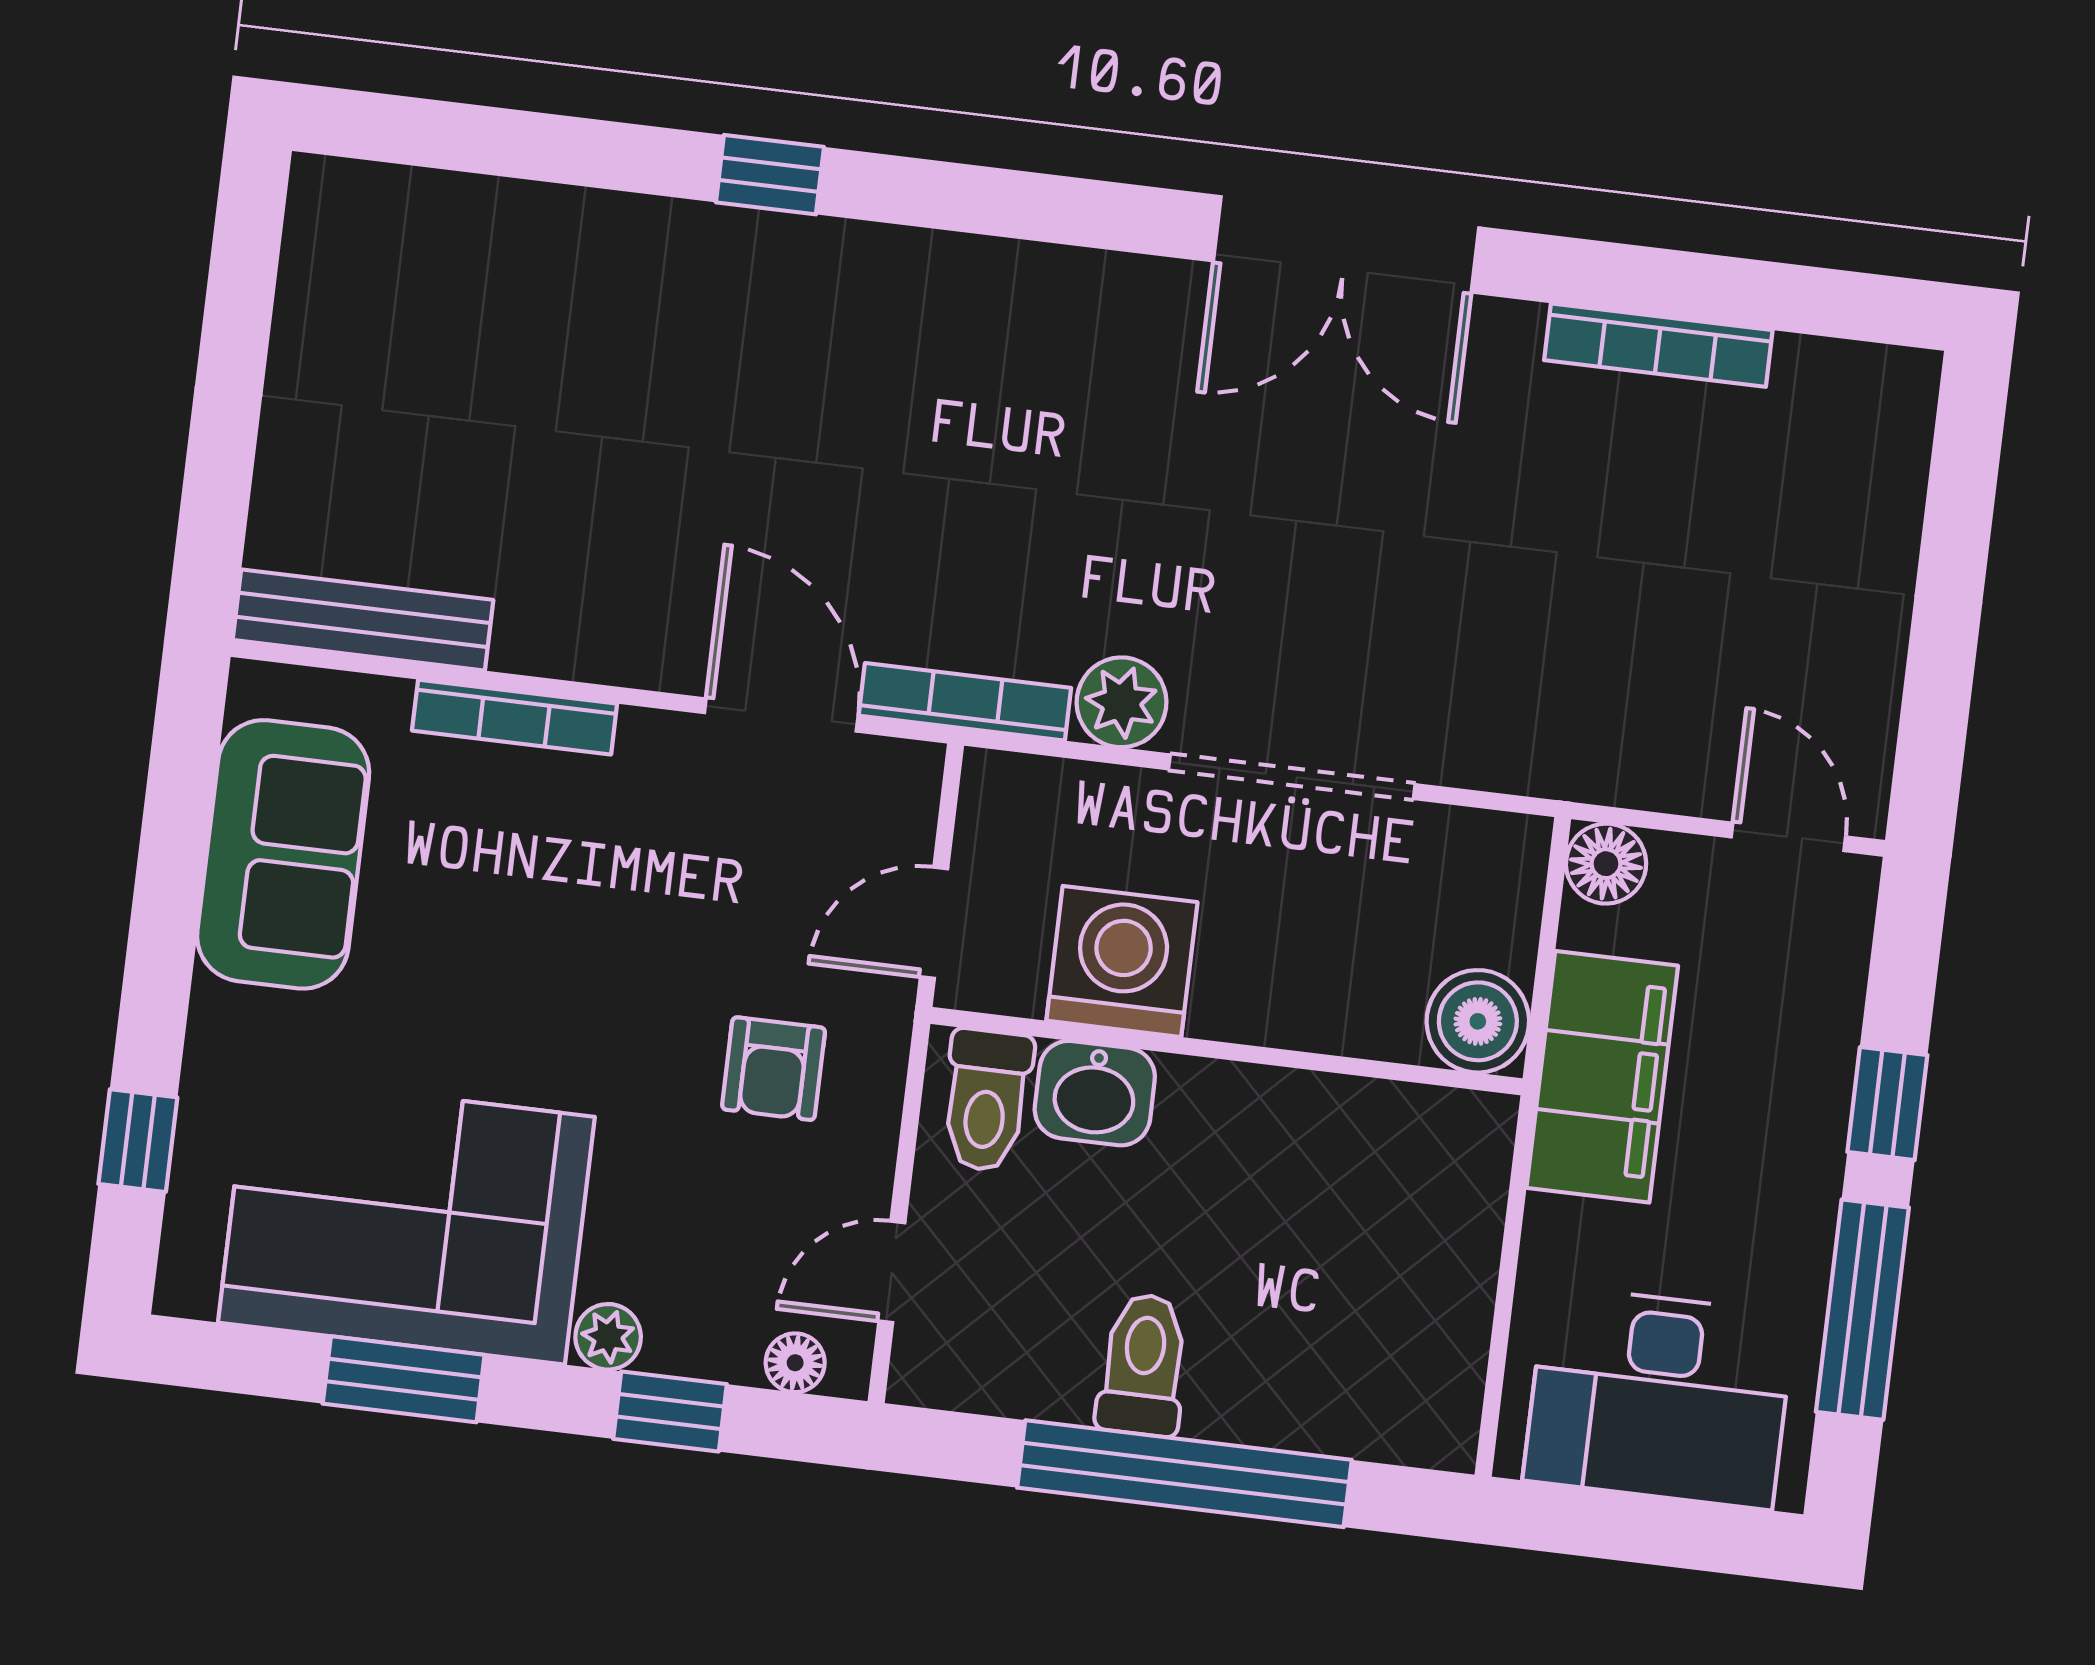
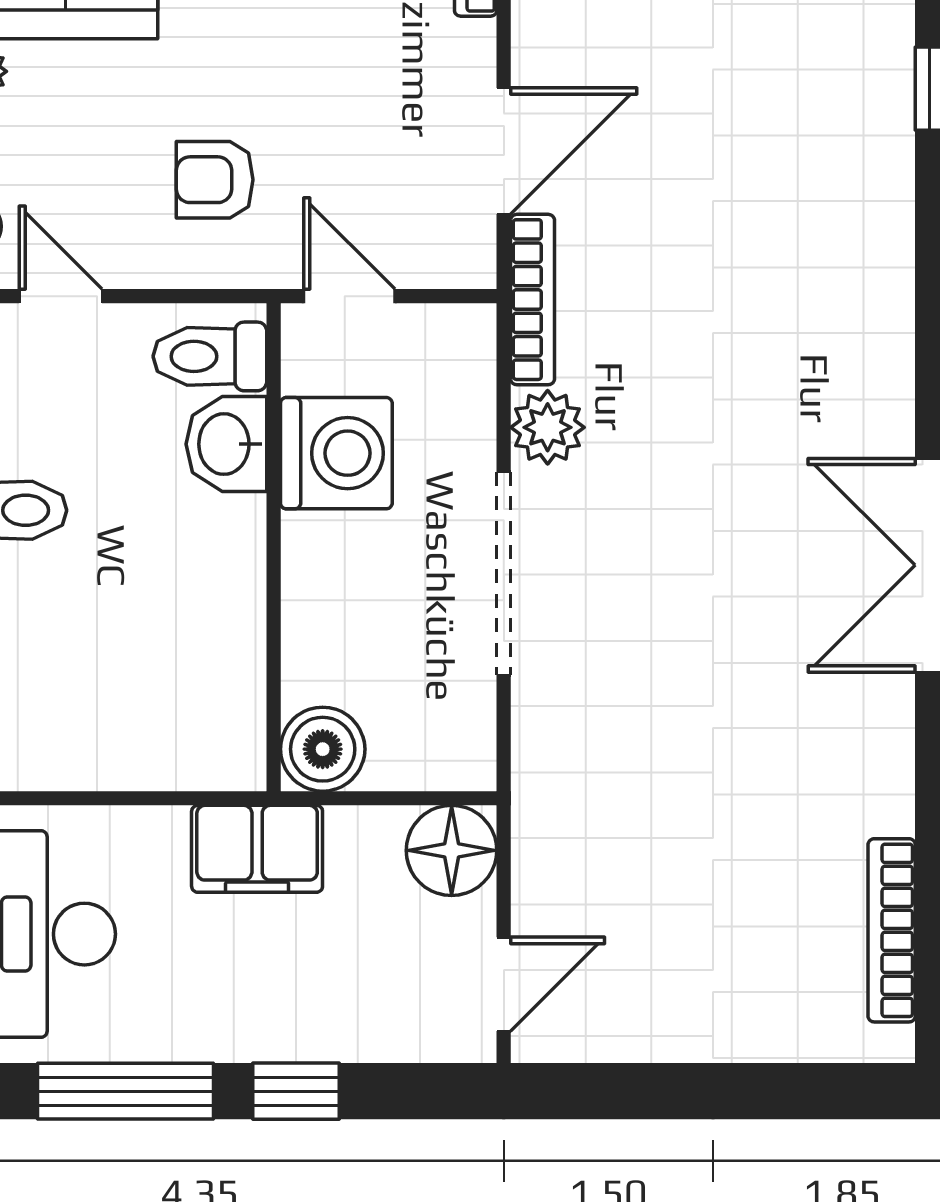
bookcase: (1658, 345) -> (892, 930), moved
floor lamp: (1606, 864) -> (452, 850), width x1.38, depth x1.38
filing cabinet: (1602, 1077) -> (257, 849), width x0.67, depth x0.86

